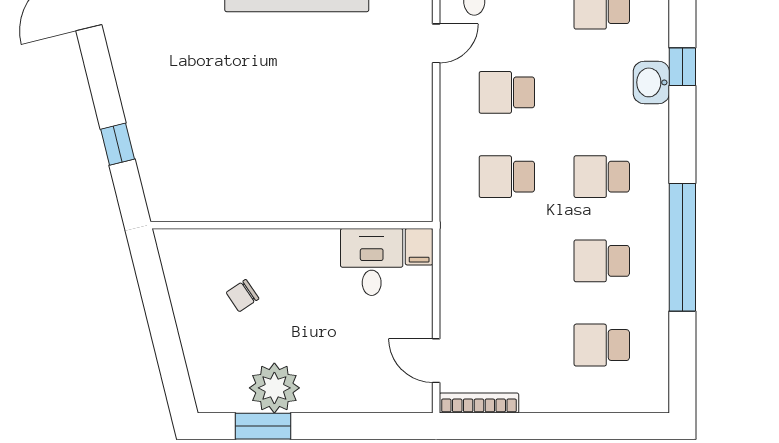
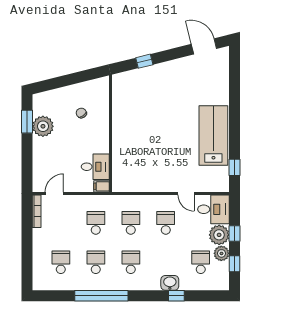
school desk: (507, 261) -> (96, 223), added

